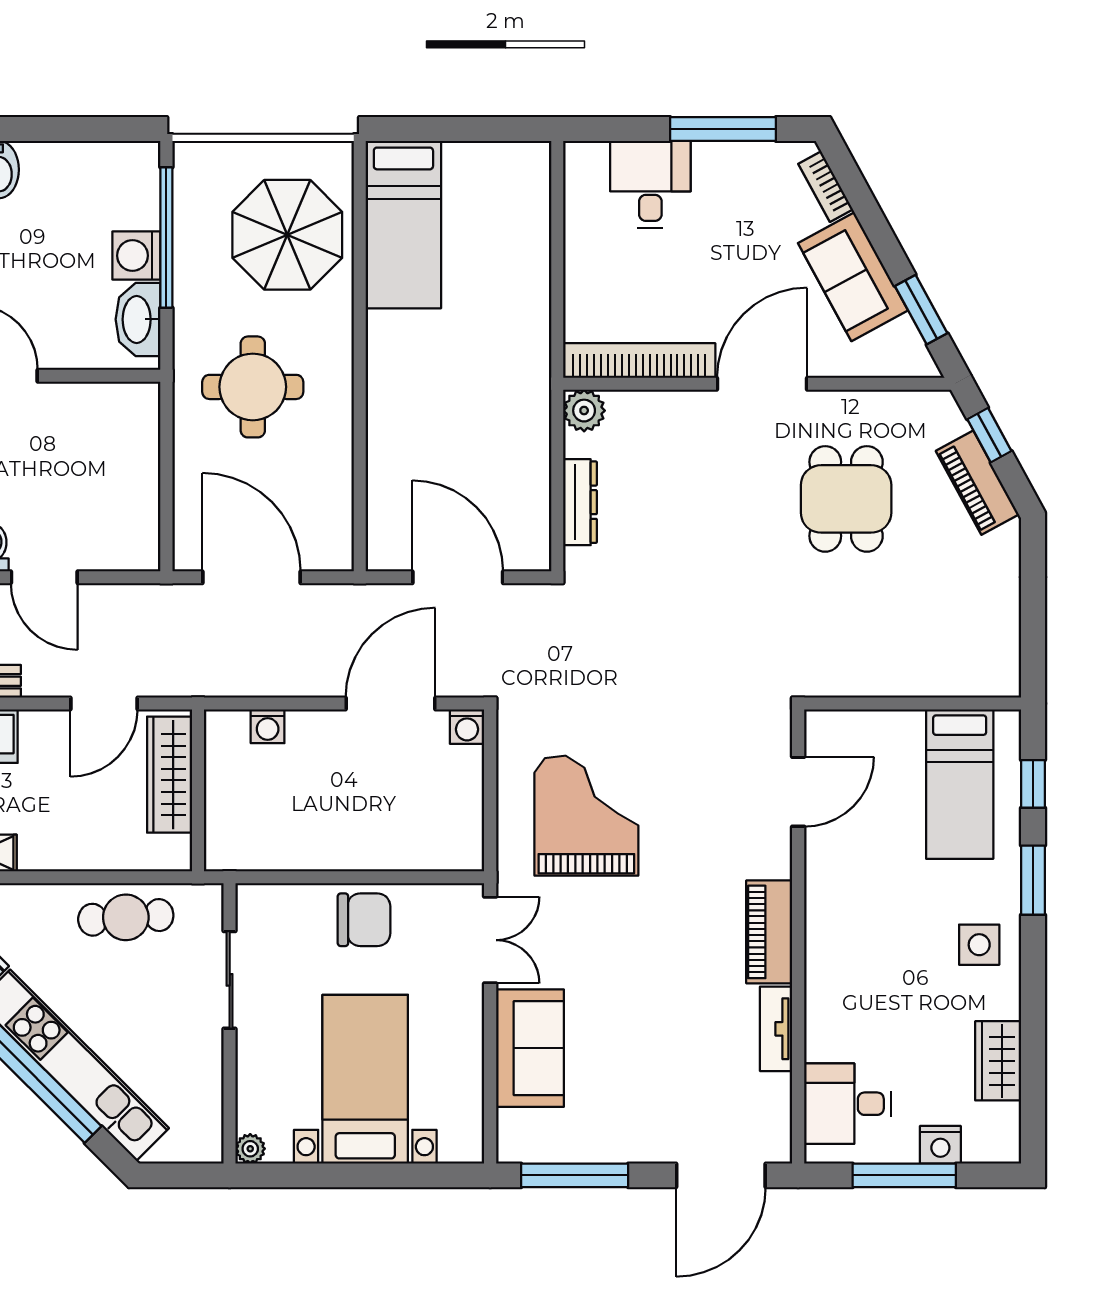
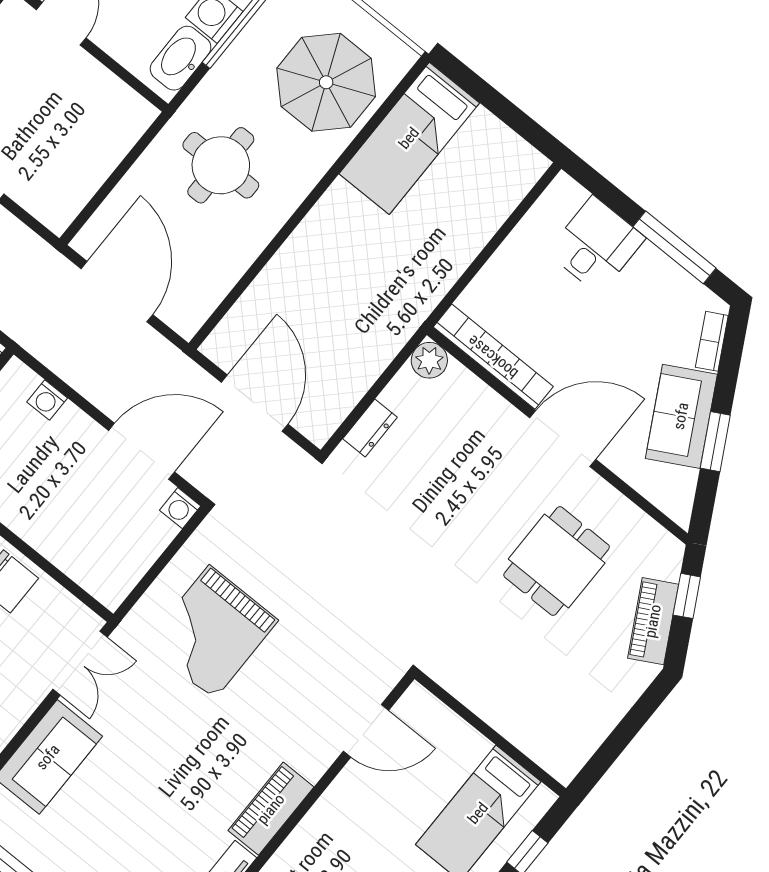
window: (921, 310) -> (715, 442), moved
dresser: (580, 502) -> (370, 428), width x0.70
grand piano: (586, 816) -> (212, 632), turned 180

